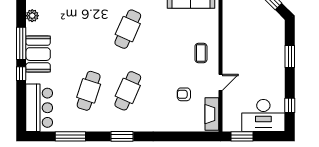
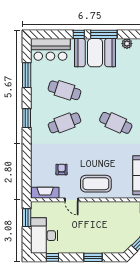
coffee table: (201, 53) -> (96, 184), width x1.86, depth x1.72
booth: (38, 54) -> (95, 53), width x1.36, depth x1.42
cafe table: (128, 91) -> (64, 123), turned -45

